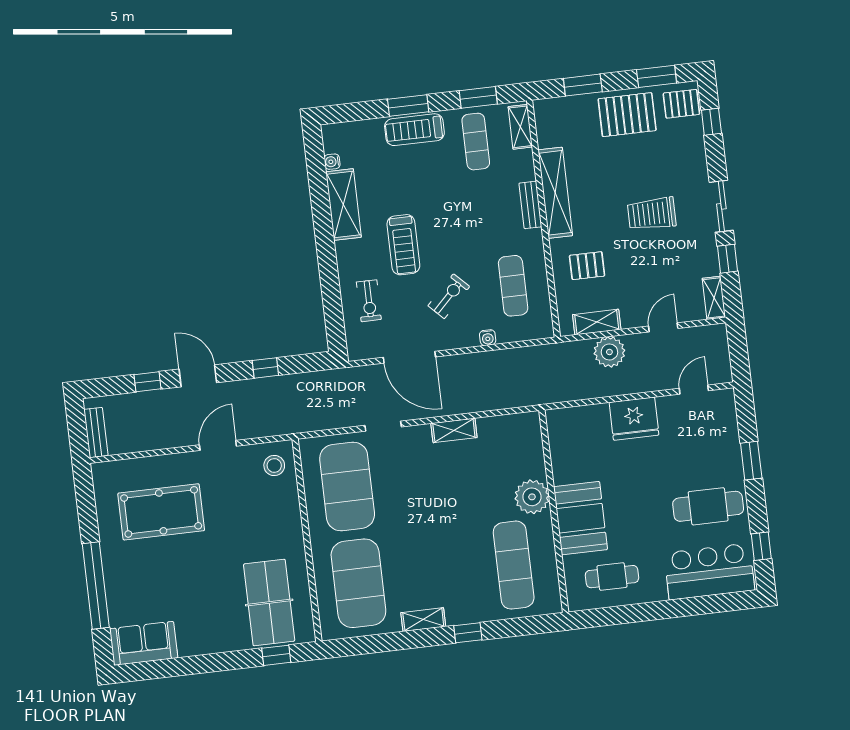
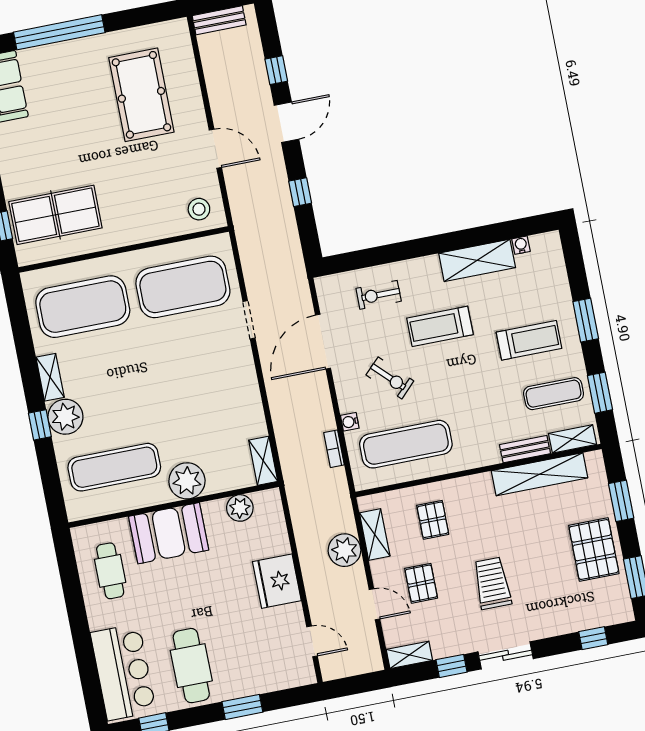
pallet: (681, 104) -> (421, 583), moved
treadmill: (414, 130) -> (529, 340), moved, turned 90
shelving: (555, 193) -> (540, 474), moved
bench: (530, 205) -> (525, 449), moved
exercise mat: (513, 286) -> (406, 444), width x1.36, depth x1.45
bookcase: (512, 355) -> (334, 449), added
shelving: (454, 430) -> (263, 461), moved
plant: (562, 448) -> (240, 508), added
plant: (462, 608) -> (65, 417), added

